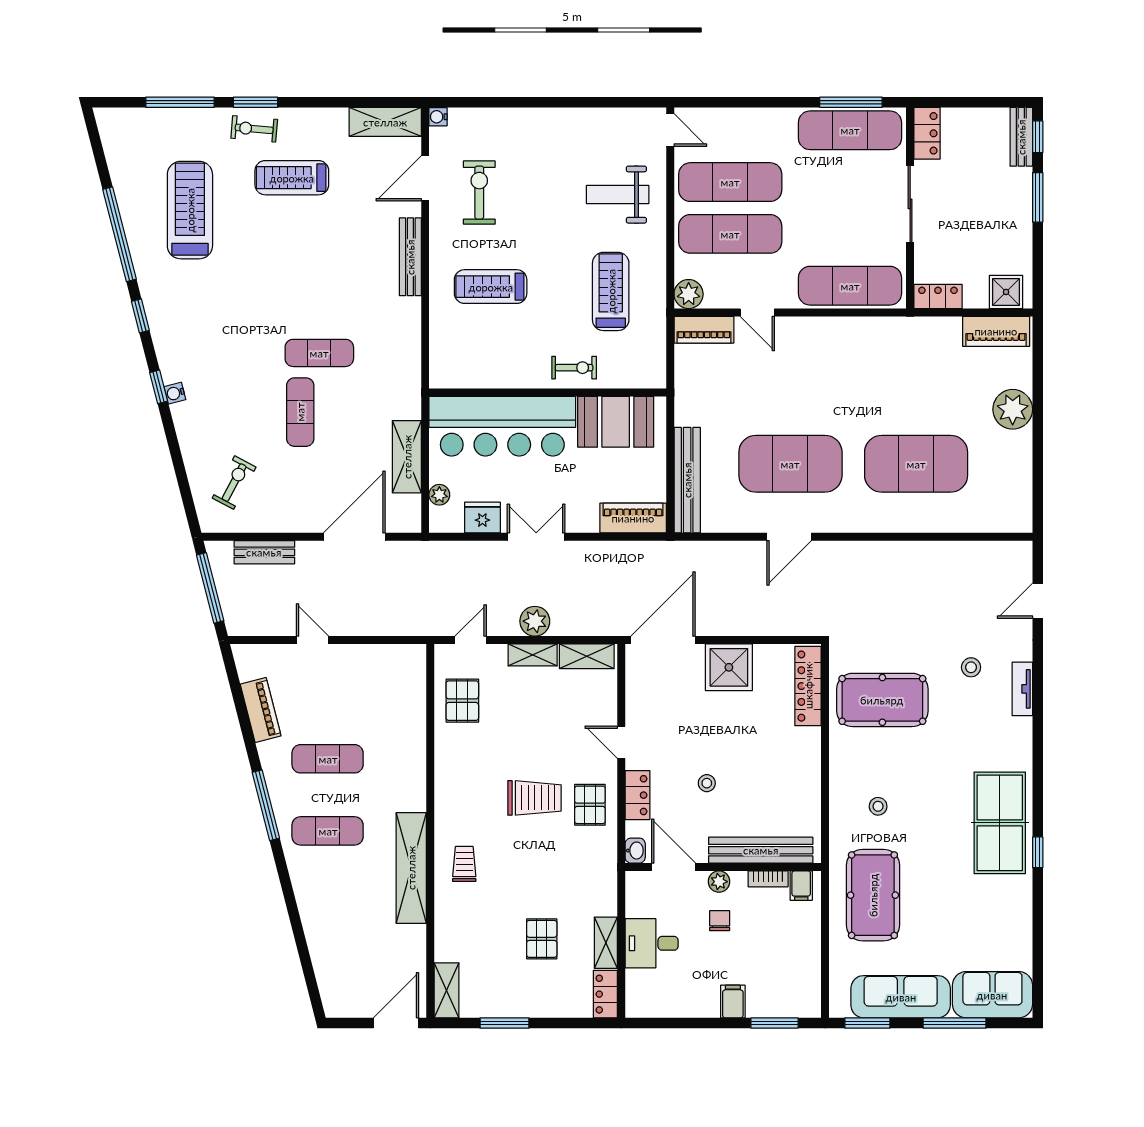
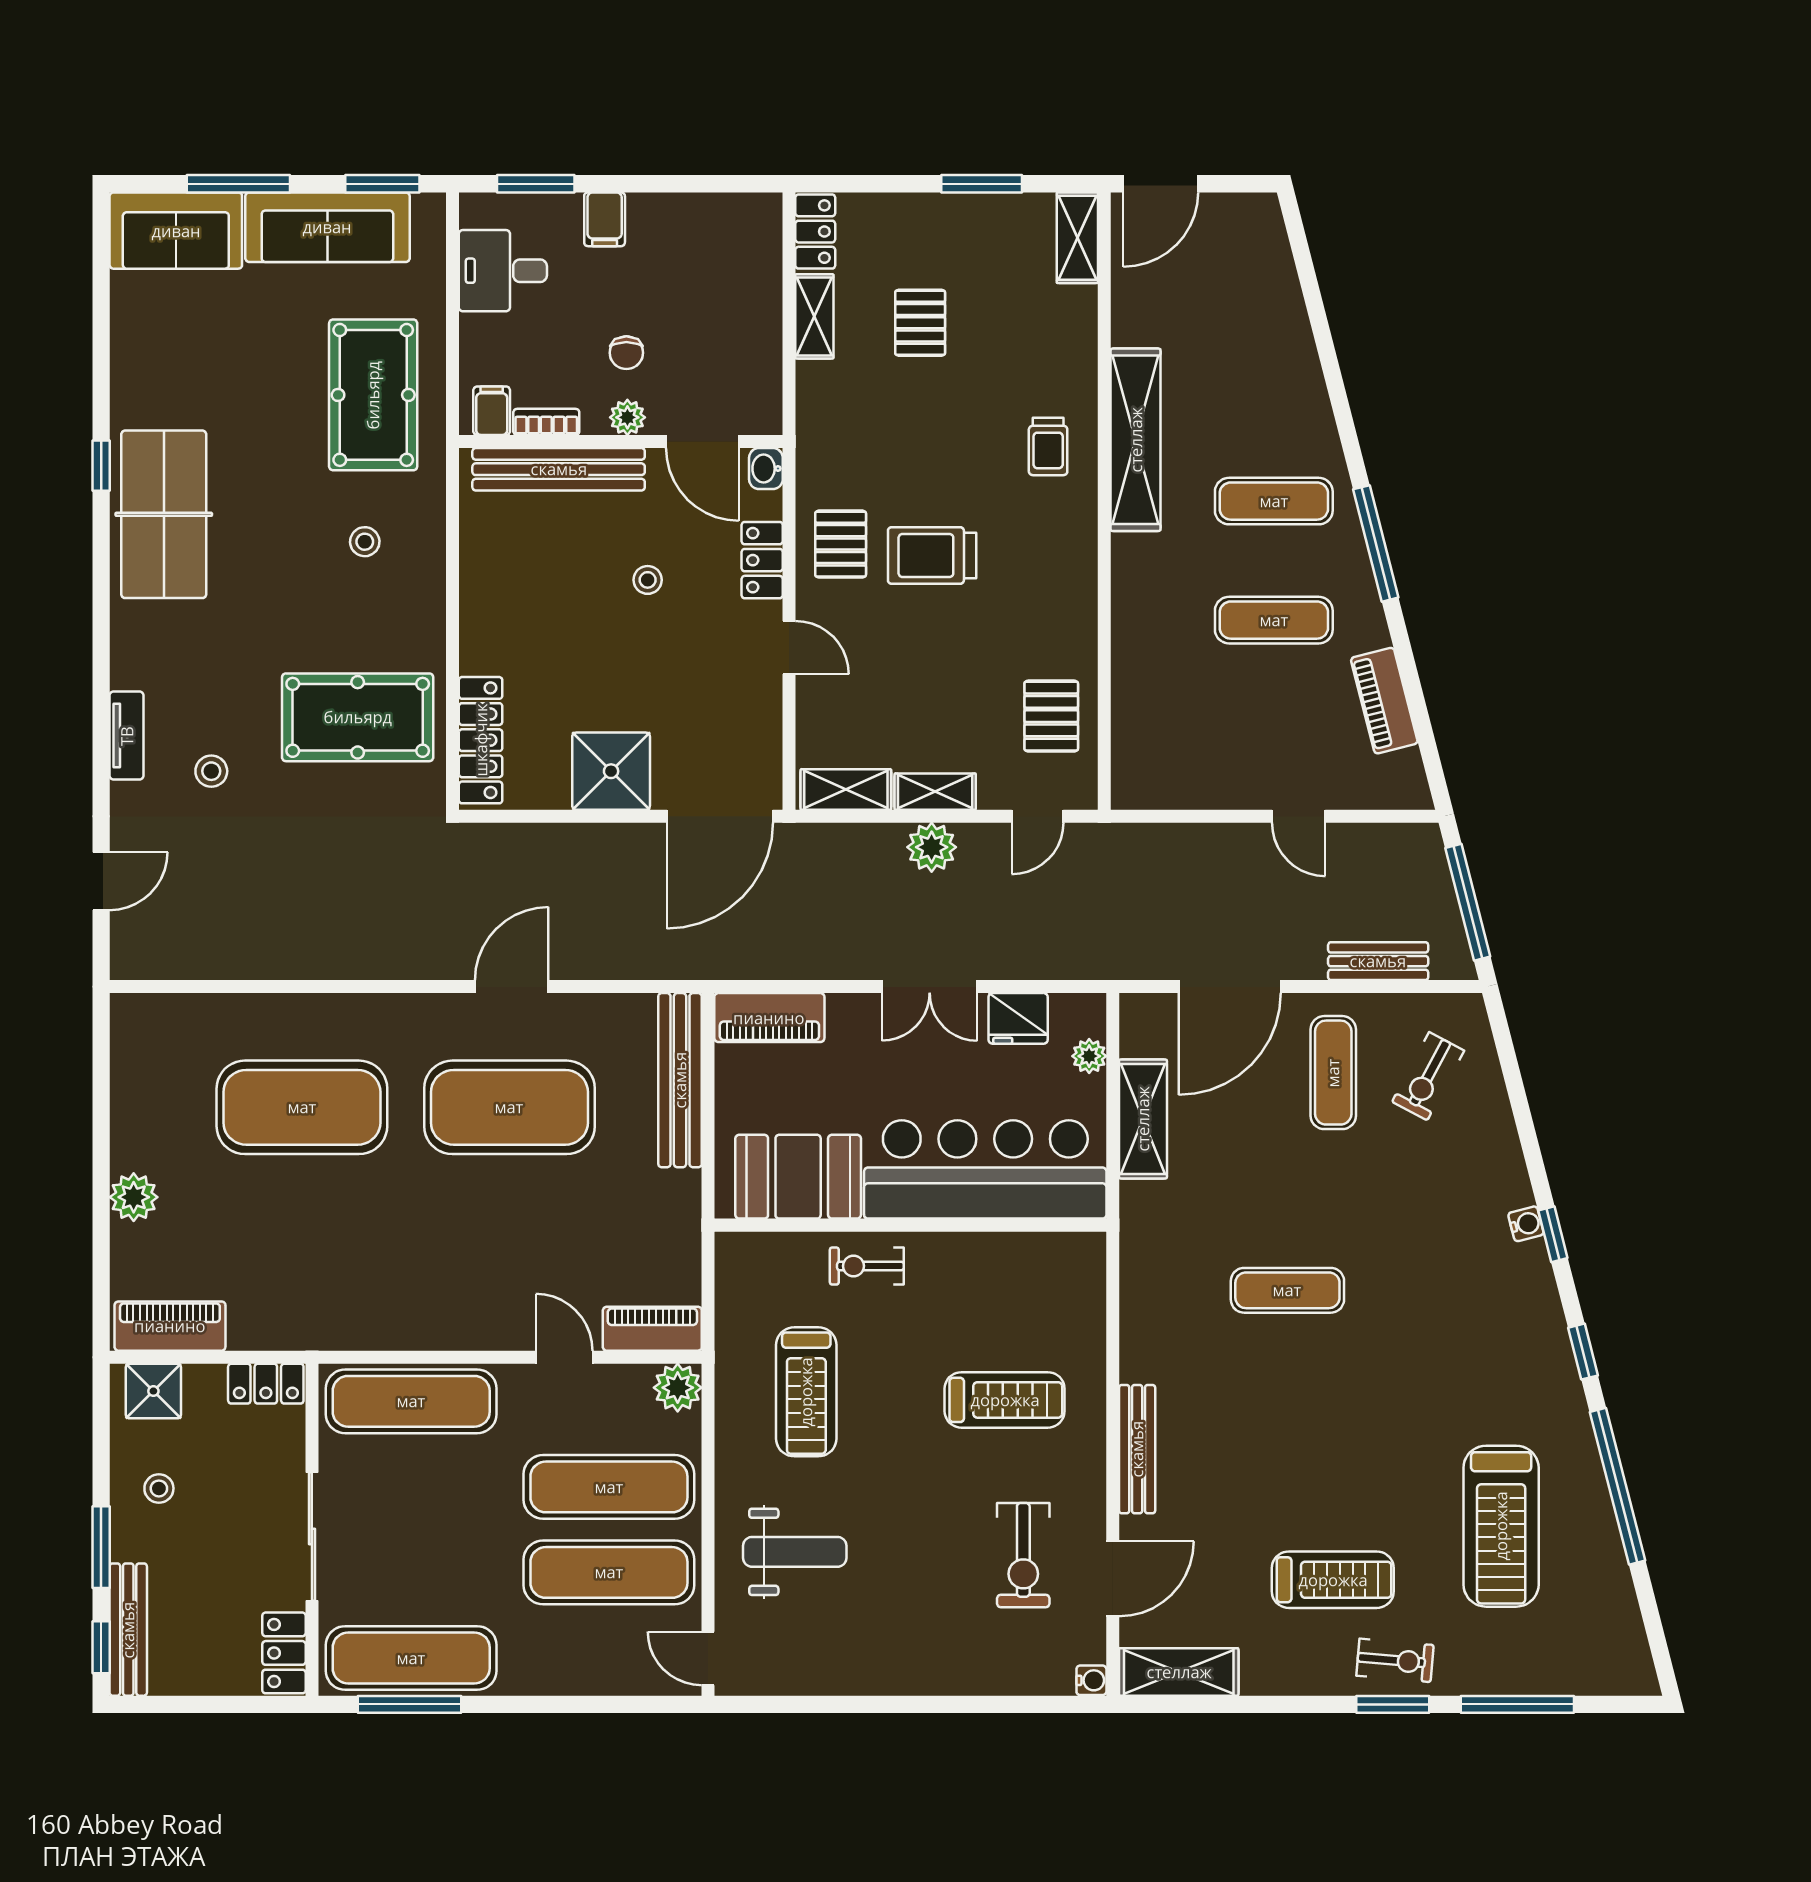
bench: (1021, 137) -> (128, 1630), width x1.36
stool: (1003, 233) -> (159, 1488), added
plant: (1013, 409) -> (134, 1197), width x0.73, depth x0.73
exercise mat: (300, 412) -> (1333, 1073), moved
desk: (652, 943) -> (503, 271), moved, turned 180

